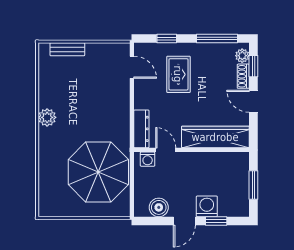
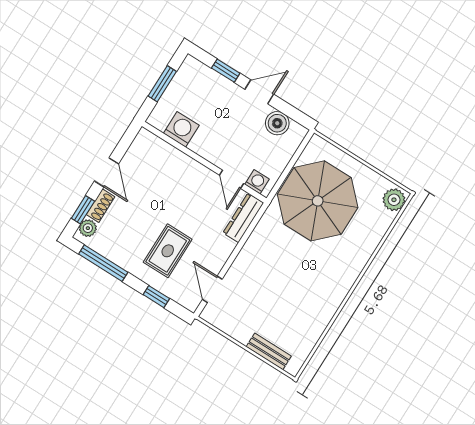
plant: (47, 117) -> (394, 200), moved
wardrobe: (215, 137) -> (170, 160), removed
washing machine: (207, 206) -> (181, 129), moved, turned 180

